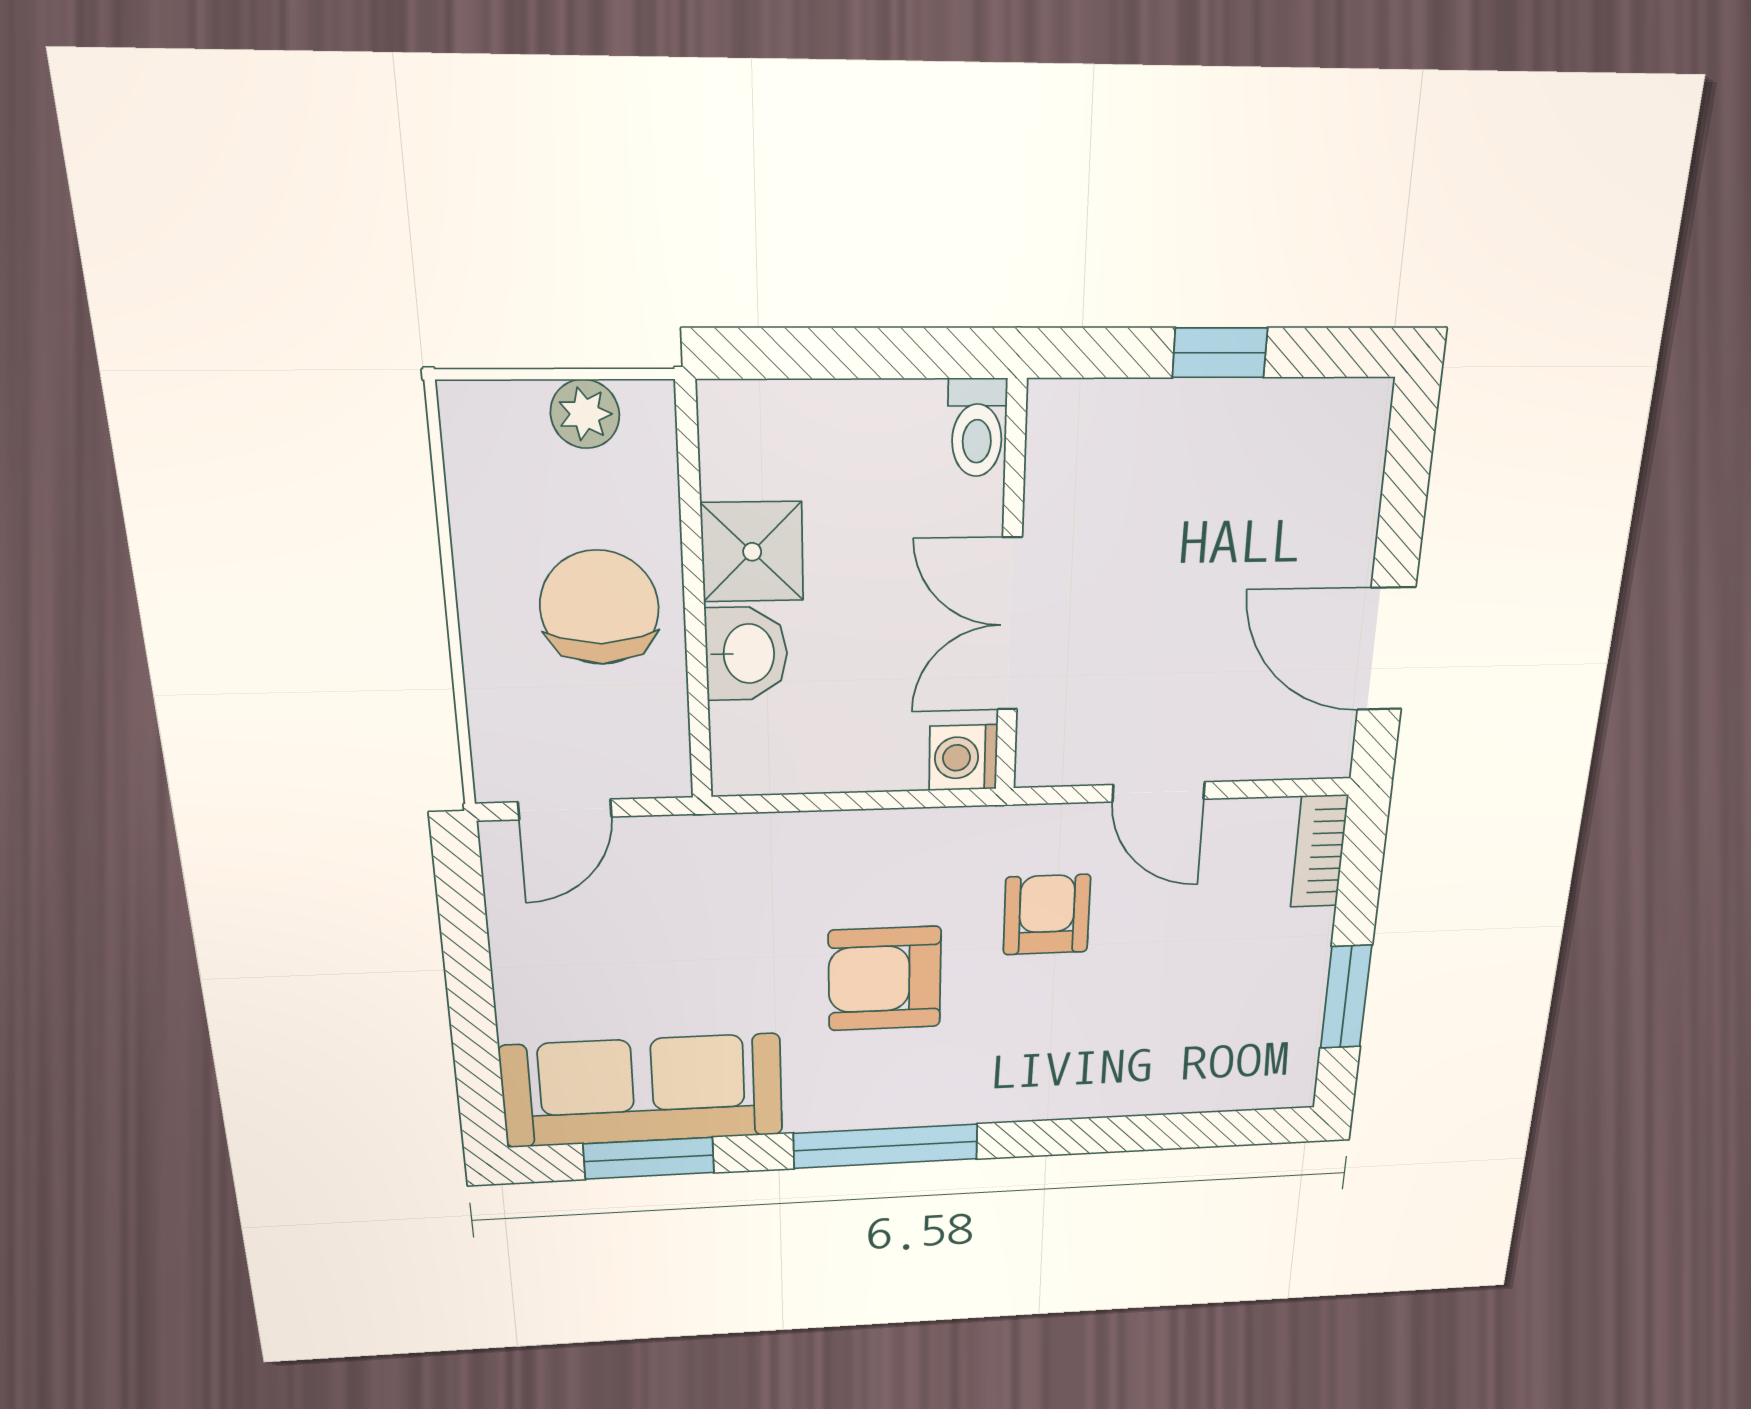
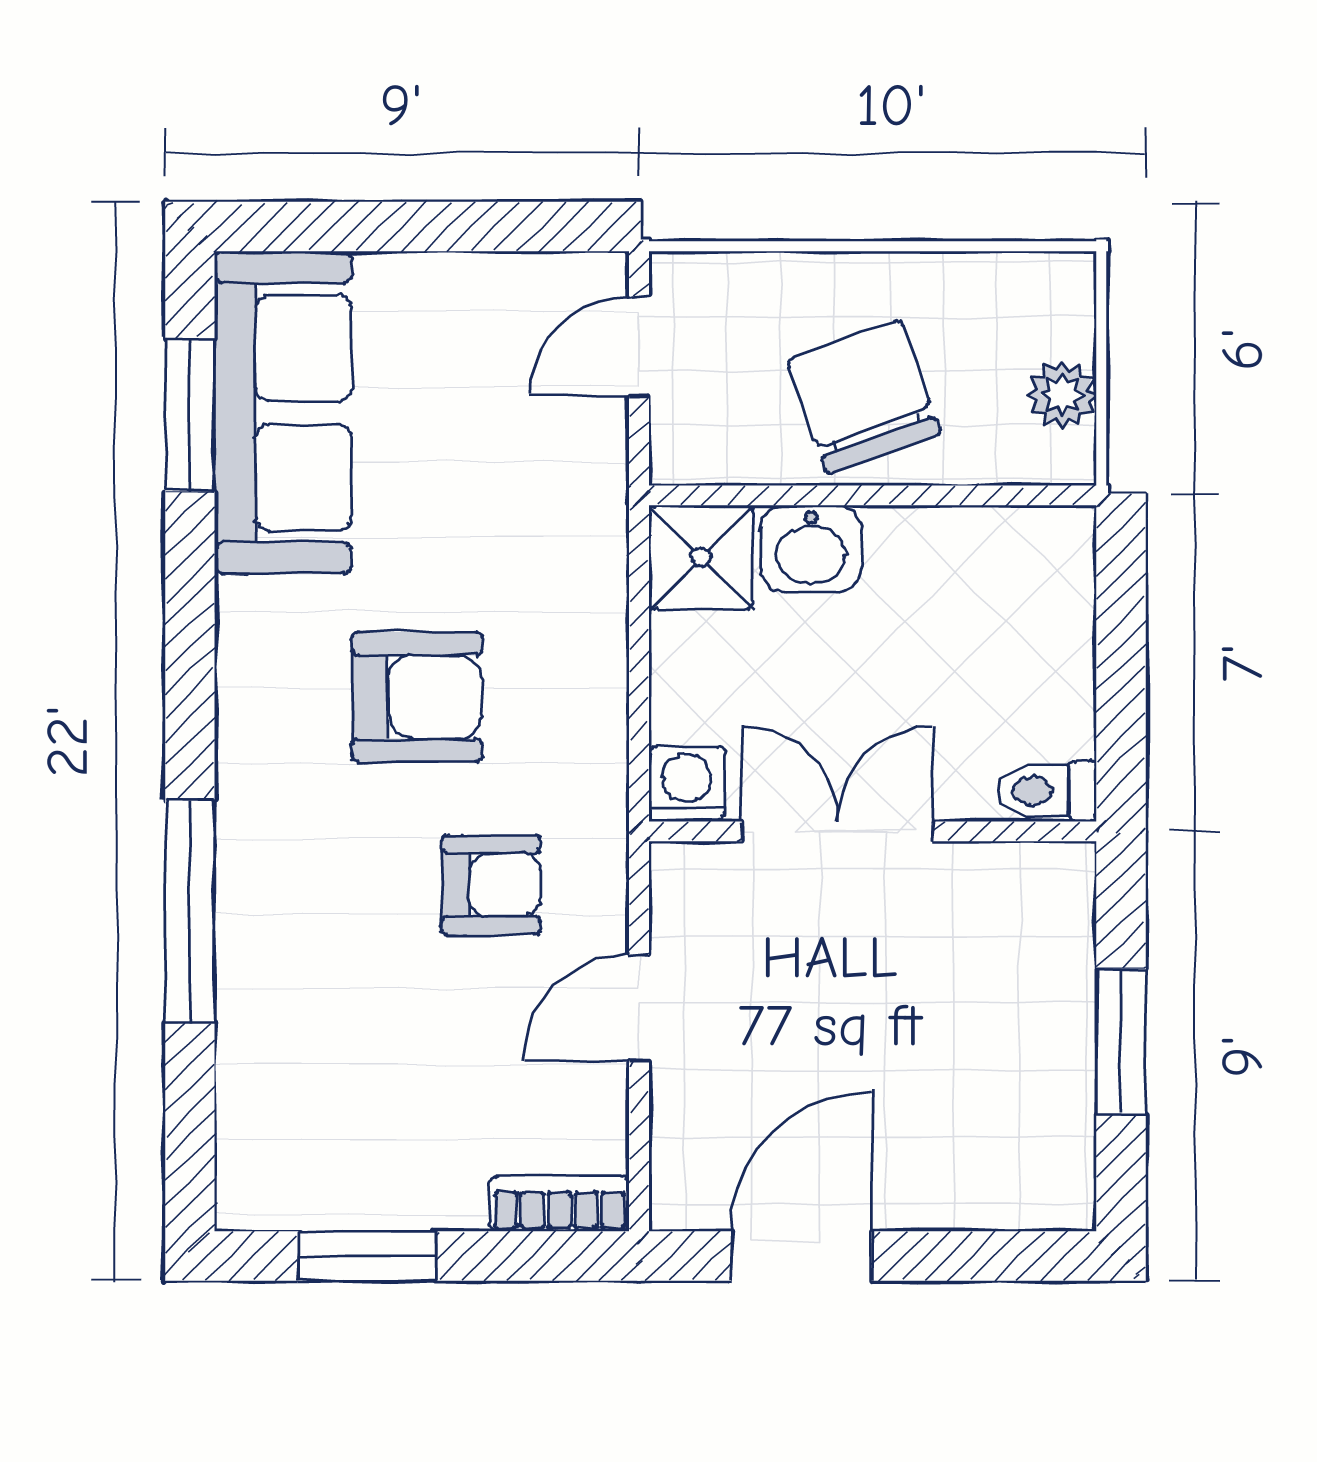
window: (1220, 353) -> (1121, 1041), width x1.50
shower: (752, 552) -> (701, 557), moved
chair: (599, 608) -> (864, 397), turned -110
door: (565, 810) -> (639, 347), hinge flipped
armchair: (885, 979) -> (417, 697), turned 90
window: (886, 1146) -> (190, 911), moved

